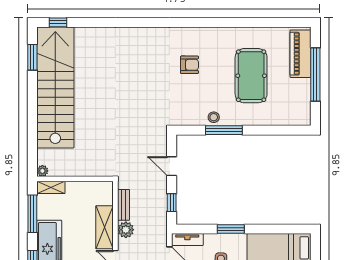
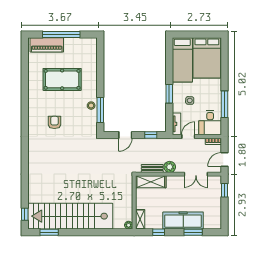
window: (224, 130) -> (100, 110), moved
window: (32, 214) -> (159, 232), width x0.46
shelving: (104, 227) -> (151, 182), moved

